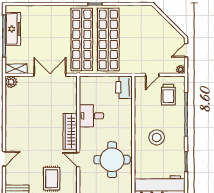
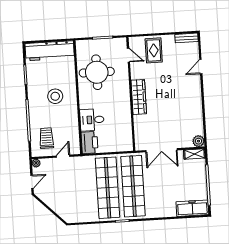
freezer: (13, 29) -> (192, 208), moved, turned 90
desk: (91, 116) -> (92, 120), moved, turned 180
door: (78, 160) -> (128, 55), moved

